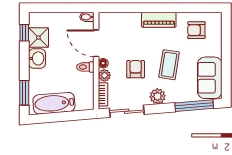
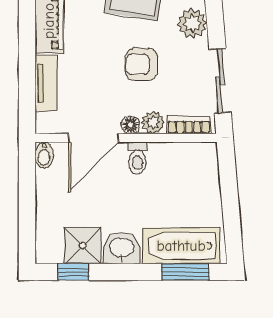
tv unit: (126, 18) -> (46, 83), added
bathtub: (54, 103) -> (181, 246), moved, turned 95

